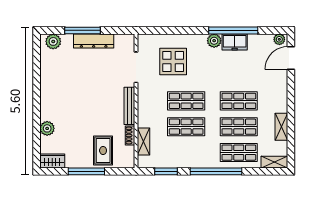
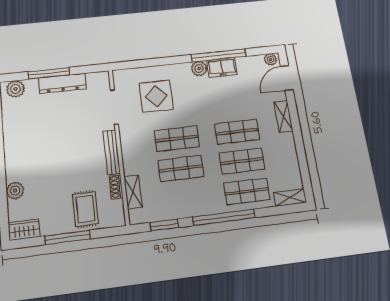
shelving: (281, 127) -> (283, 116), moved

